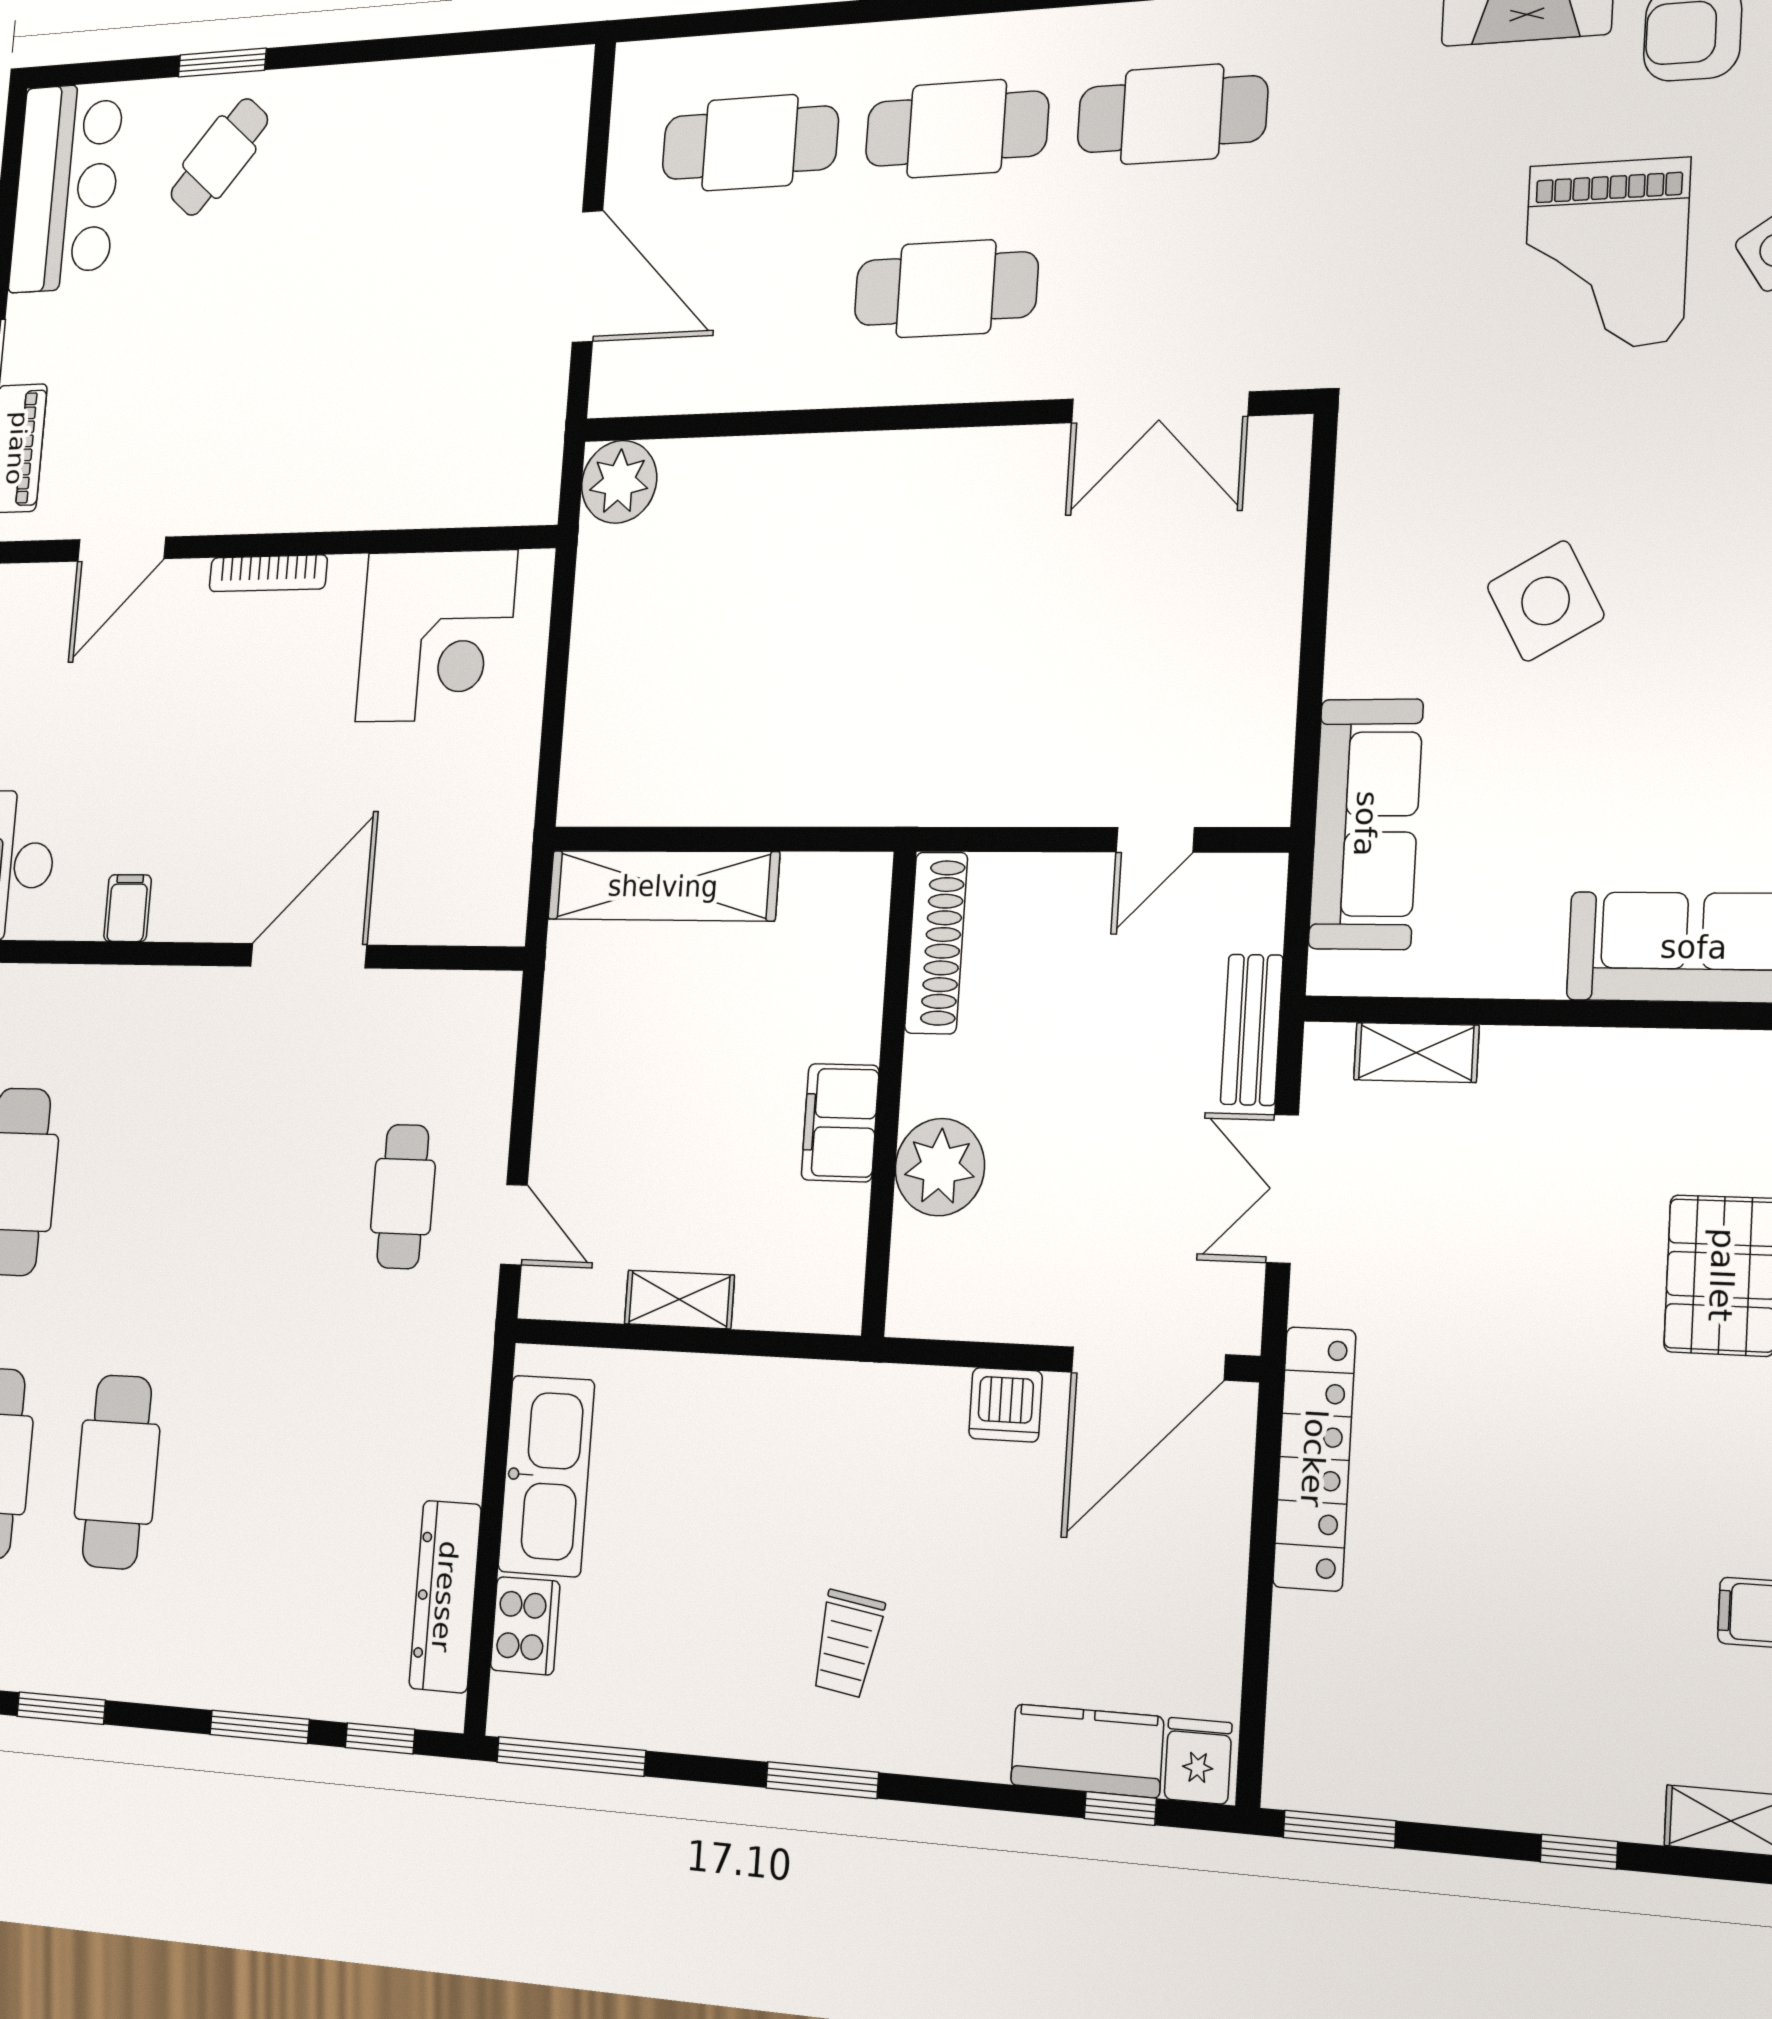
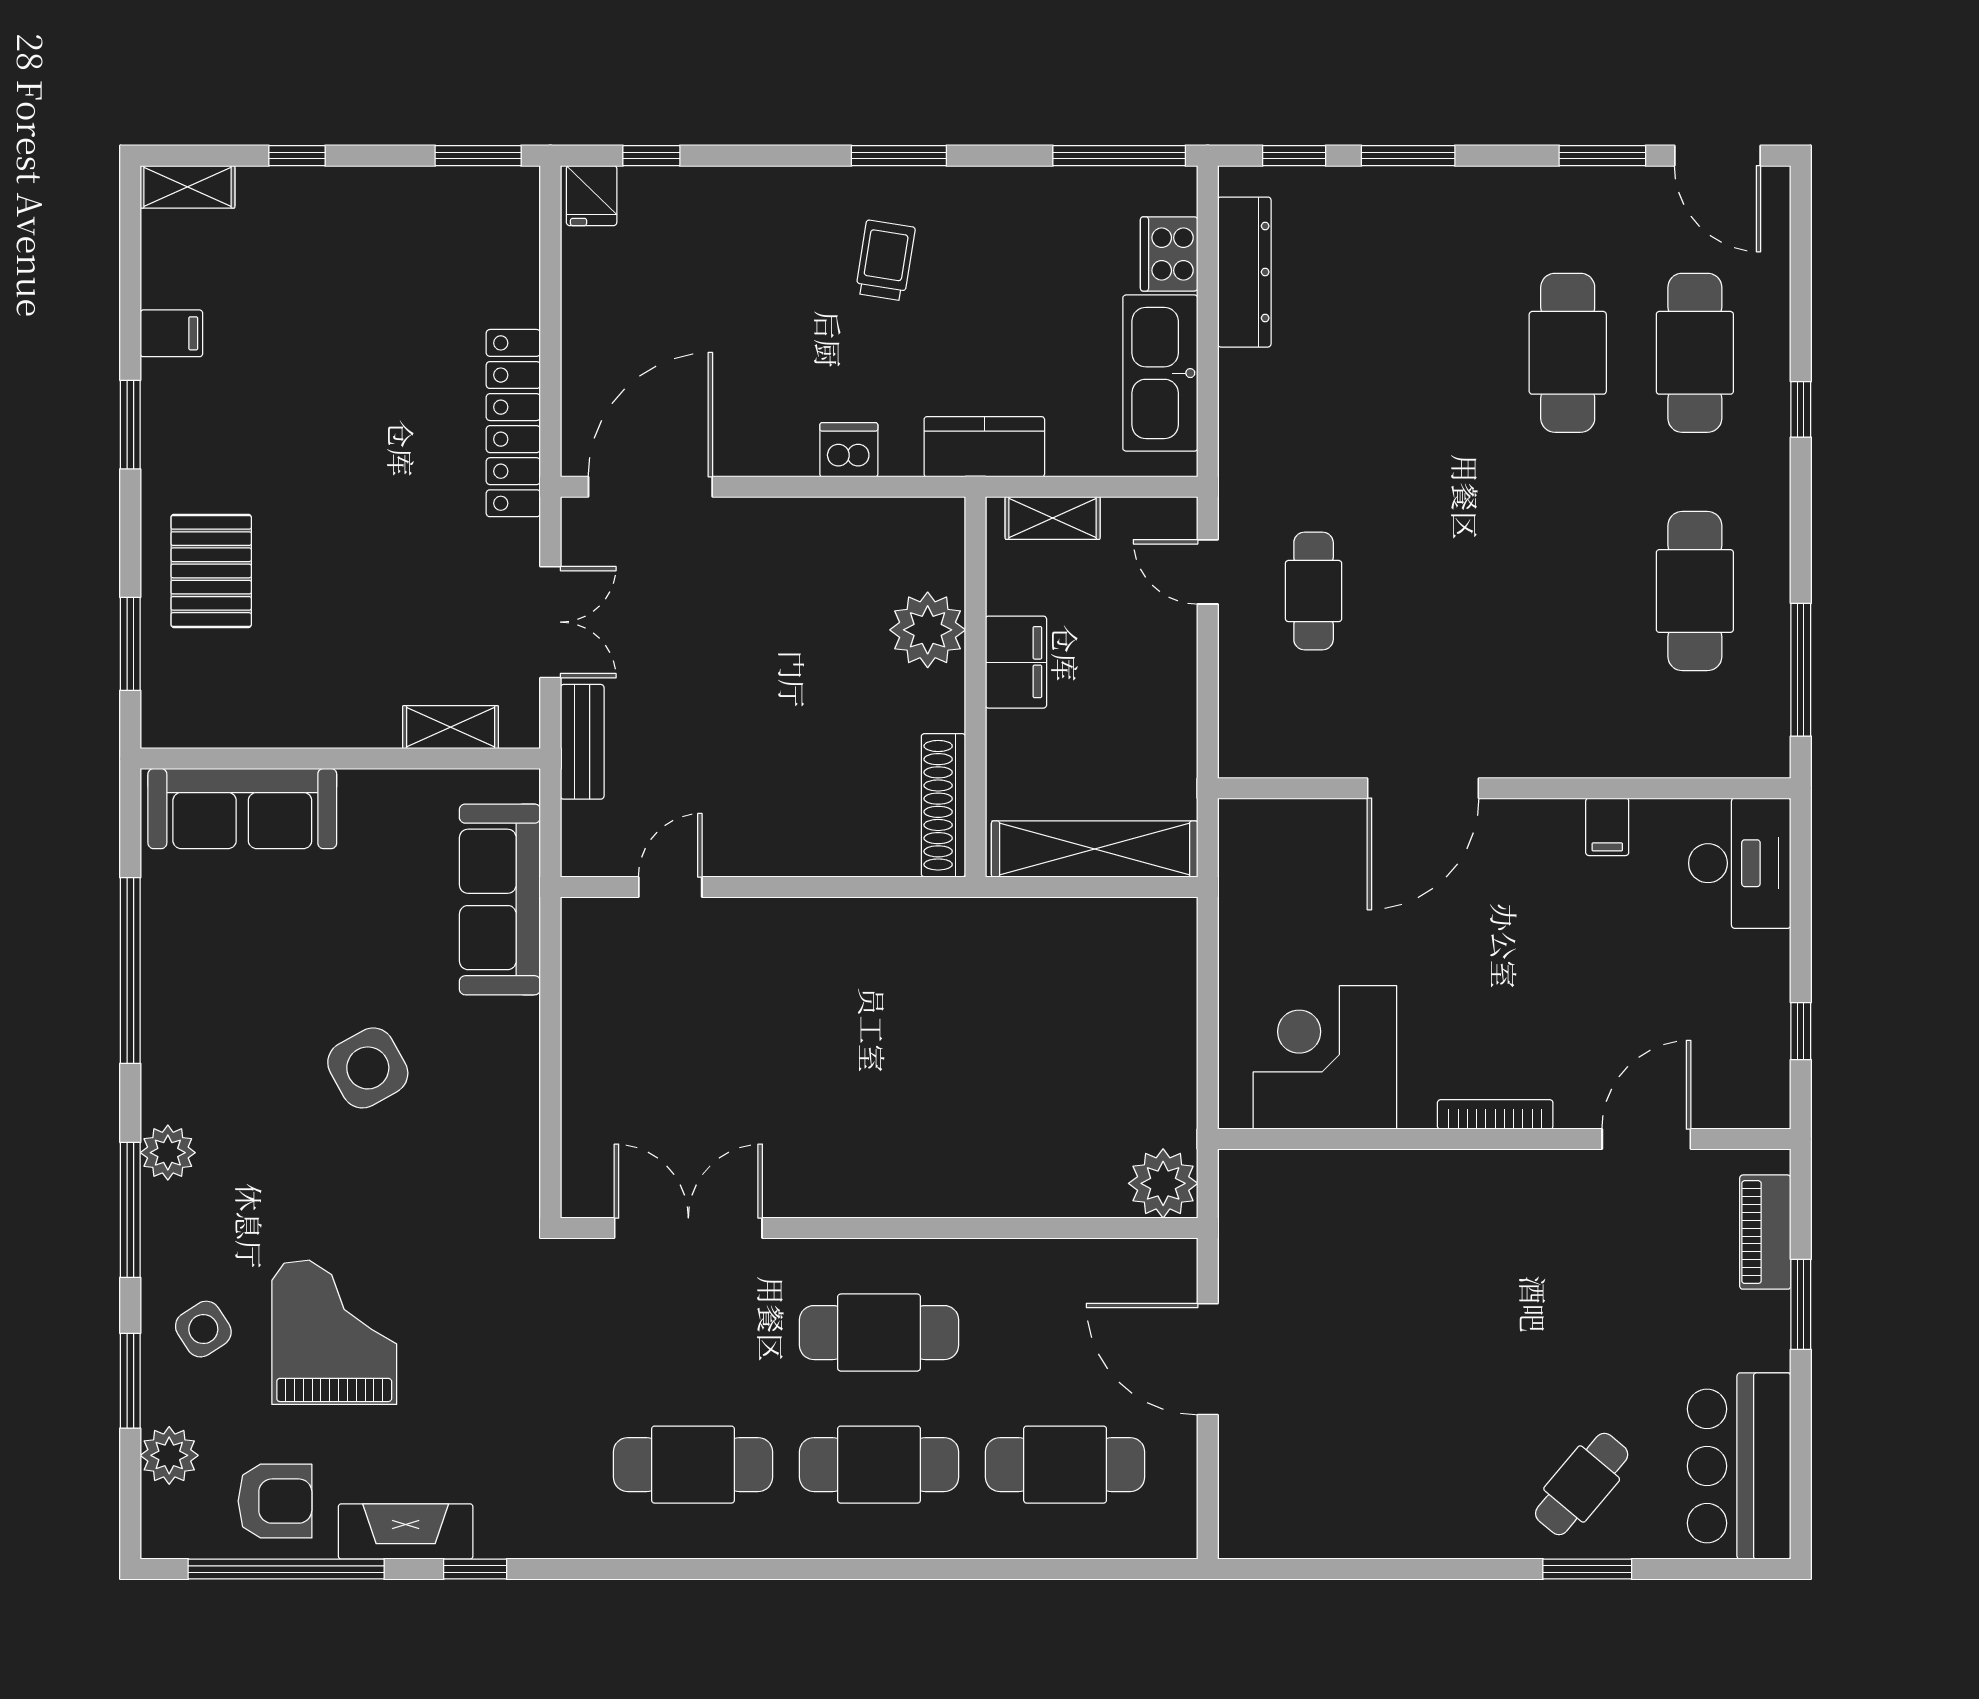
shoe rack: (936, 943) -> (943, 805), moved
wall: (889, 1092) -> (975, 687), moved
filing cabinet: (840, 1123) -> (1016, 662), moved
plant: (940, 1167) -> (928, 630), moved
dishwasher: (1006, 1405) -> (849, 450), moved
kitchen counter: (1087, 1751) -> (984, 447), moved, turned 180

